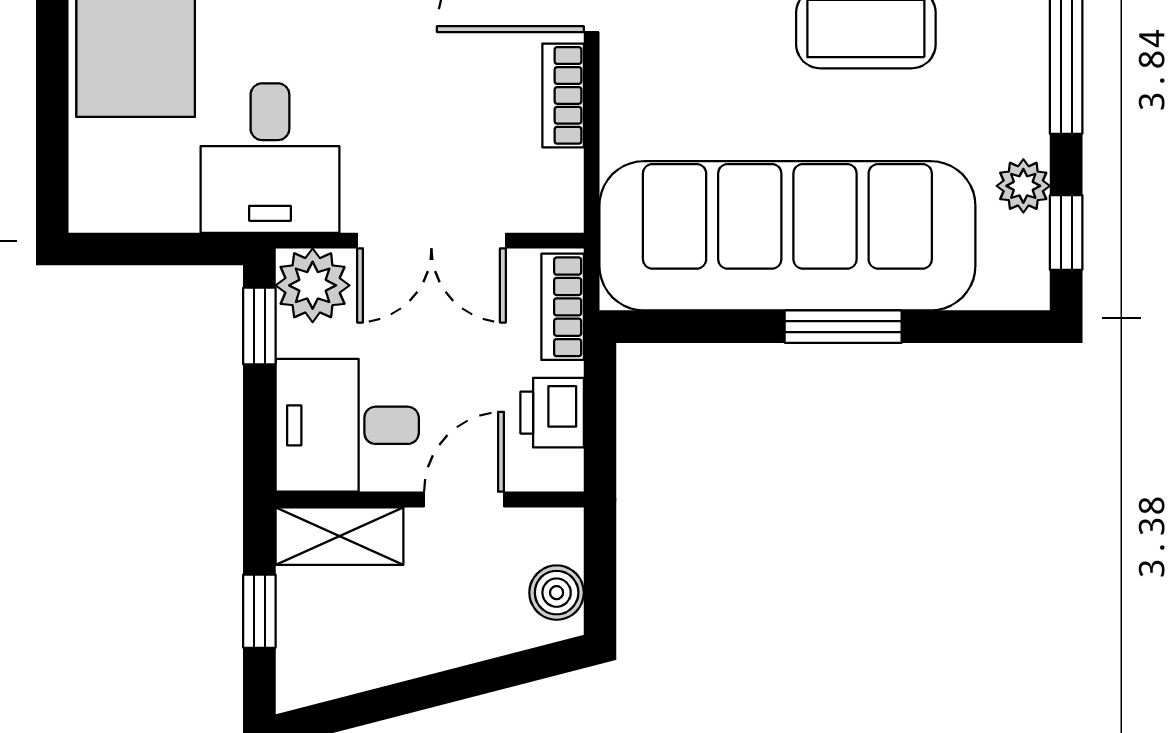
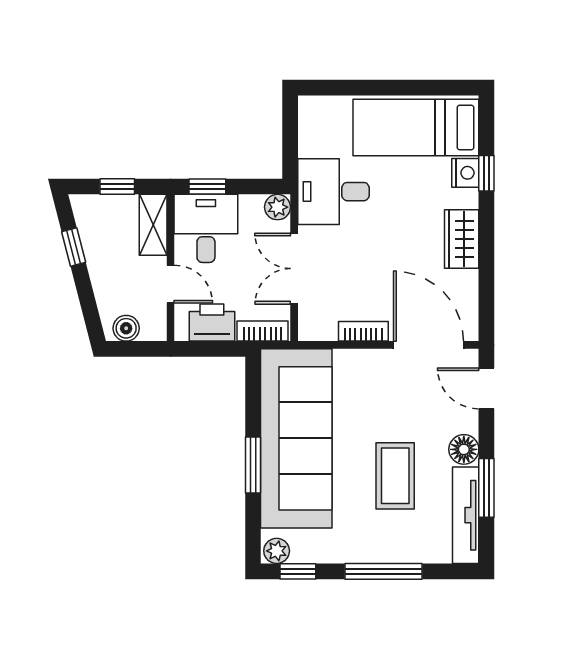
plant: (1023, 186) -> (277, 551), moved
plant: (313, 285) -> (278, 207), width x0.73, depth x0.73
window: (259, 326) -> (207, 187), moved
printer: (552, 413) -> (212, 323), width x1.36, depth x1.24
window: (386, 703) -> (74, 247), added

